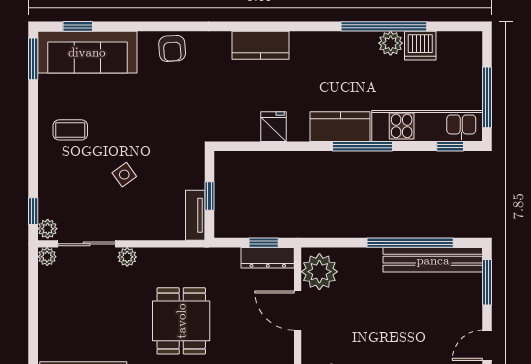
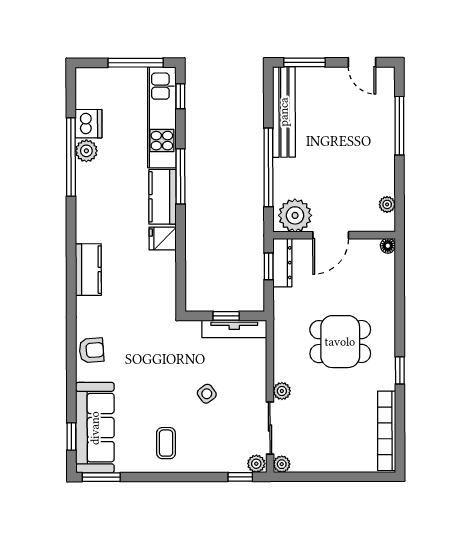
fridge: (274, 127) -> (163, 238), moved
tv unit: (195, 215) -> (234, 329), width x1.41
window: (410, 243) -> (268, 167), moved

